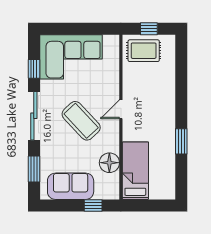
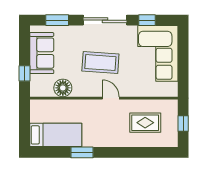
rug: (144, 51) -> (145, 123), moved, turned 90
coffee table: (81, 121) -> (100, 63), turned 47
bed: (135, 171) -> (56, 135), moved

